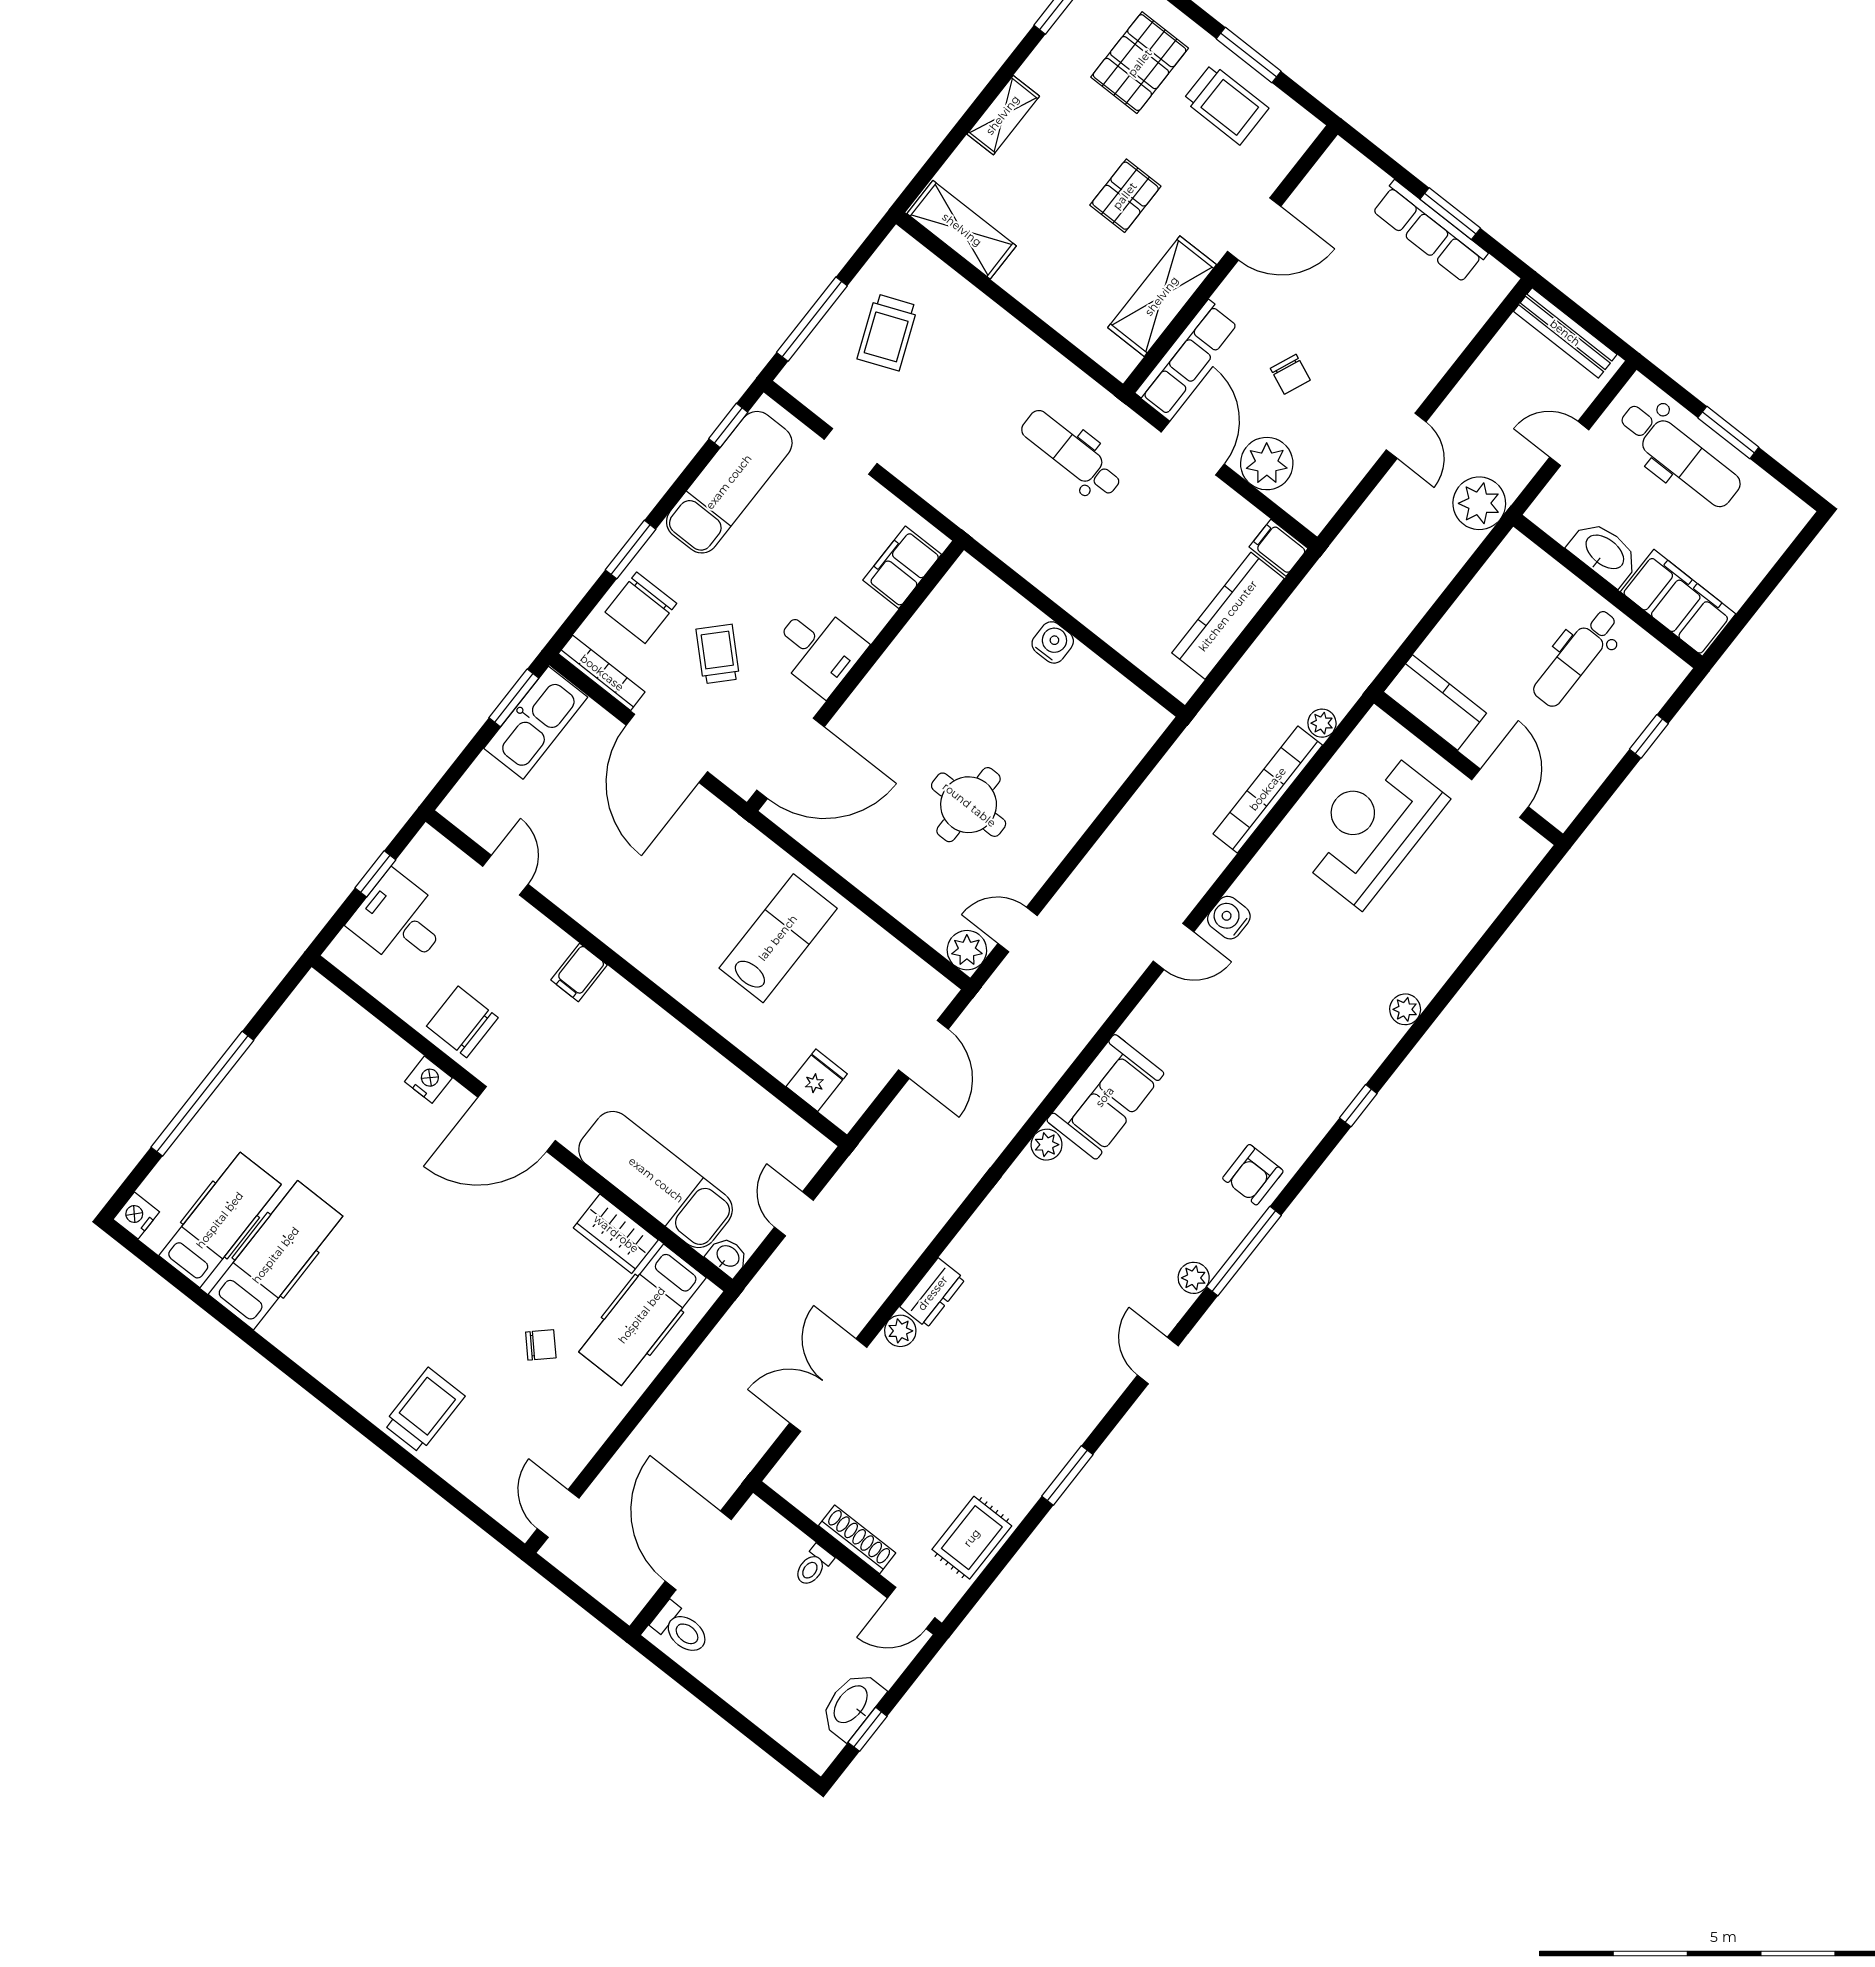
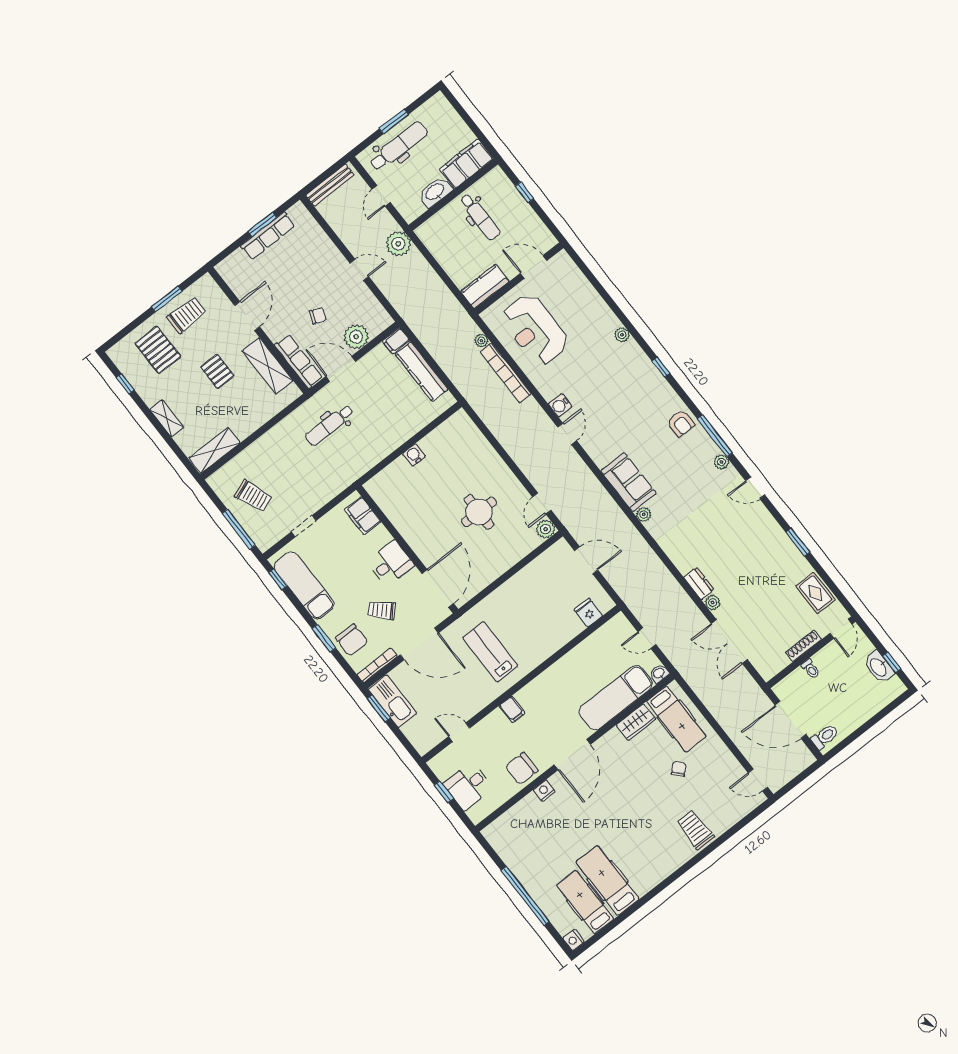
lab bench: (778, 938) -> (490, 652), moved

